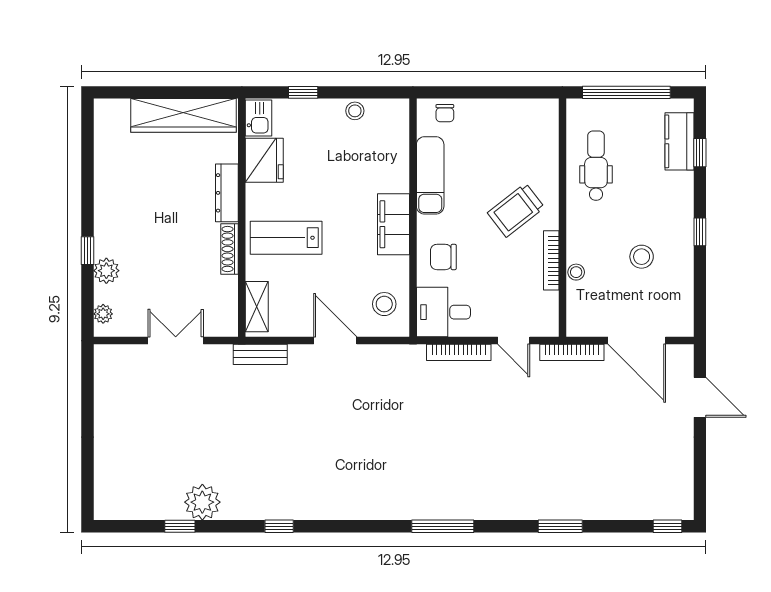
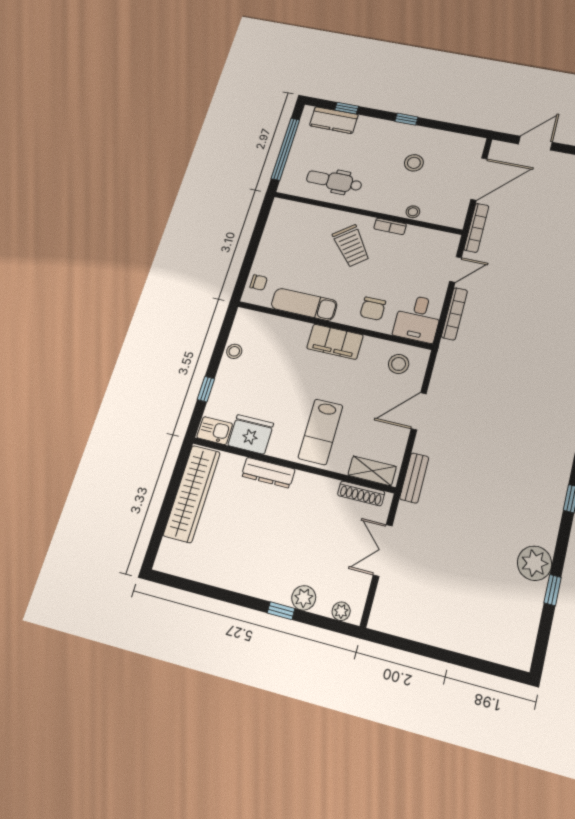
shoe rack: (230, 249) -> (361, 493), moved
bookcase: (551, 260) -> (390, 226), width x0.64

